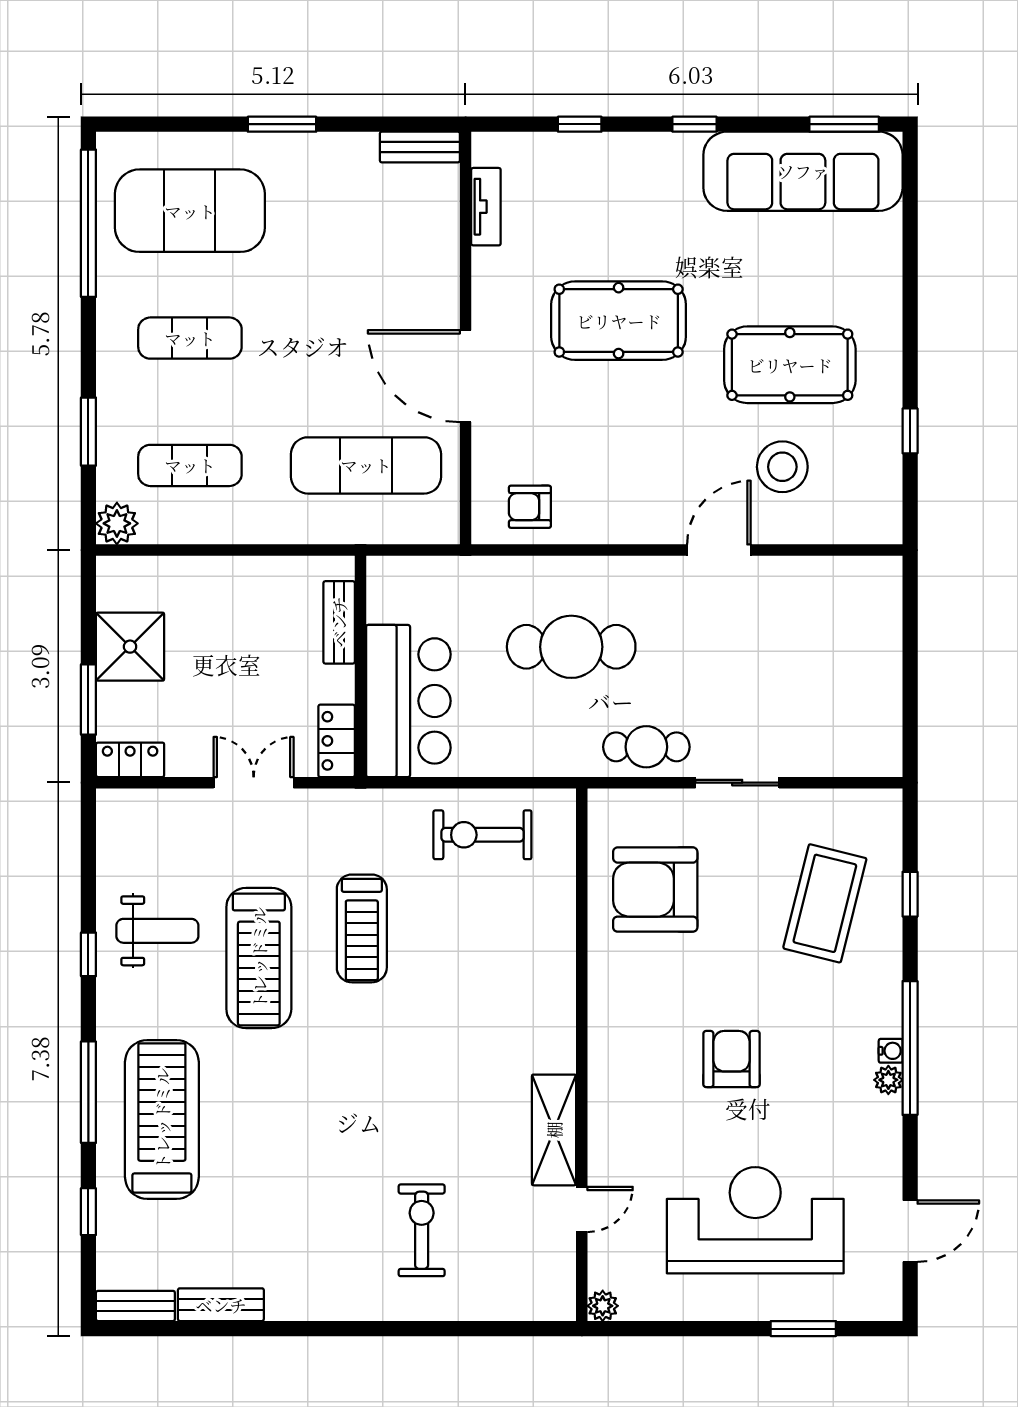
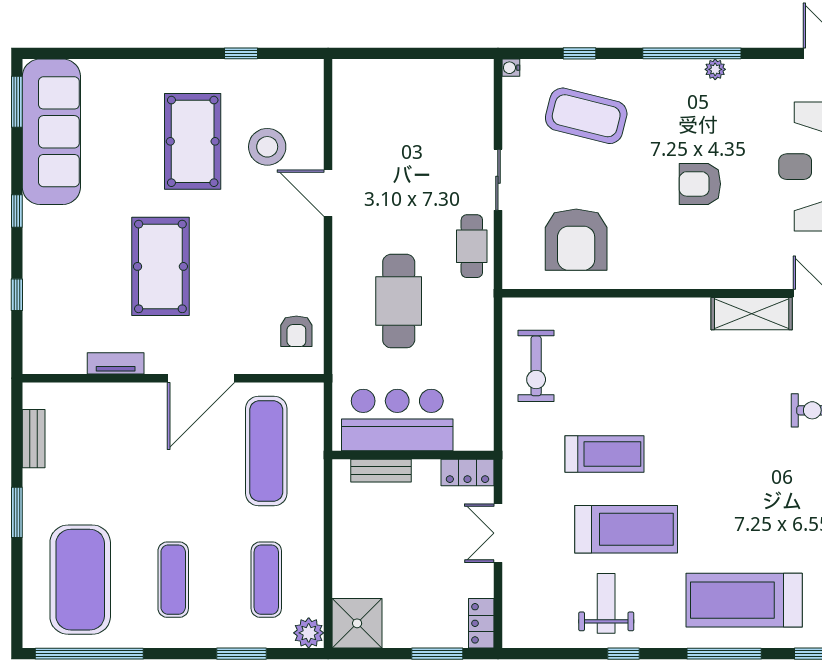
bench: (420, 147) -> (34, 439), moved
tv unit: (486, 207) -> (116, 363), moved
shower: (130, 647) -> (357, 623), moved
bar counter: (408, 701) -> (397, 420), moved
water cooler: (891, 1051) -> (511, 68), moved, turned -90

